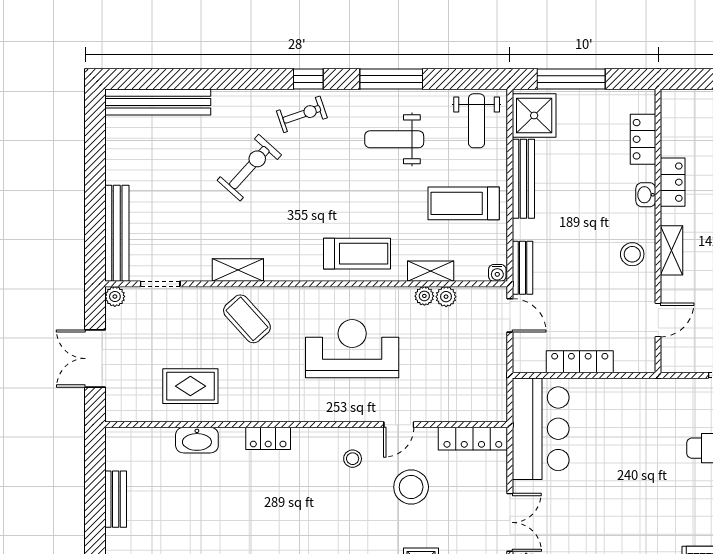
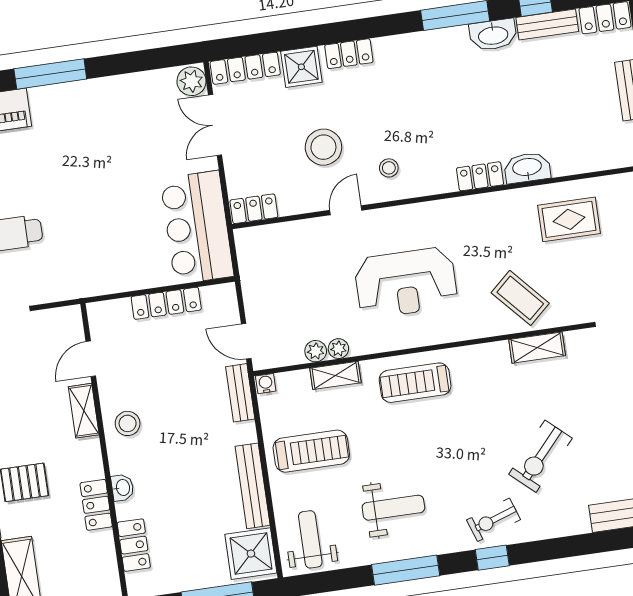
shelving: (672, 250) -> (84, 411), moved
locker: (473, 439) -> (254, 209), width x0.66
washbasin: (197, 440) -> (527, 168), moved

